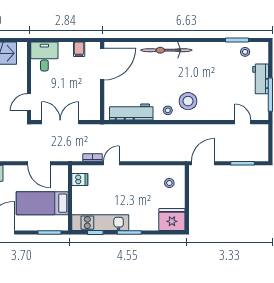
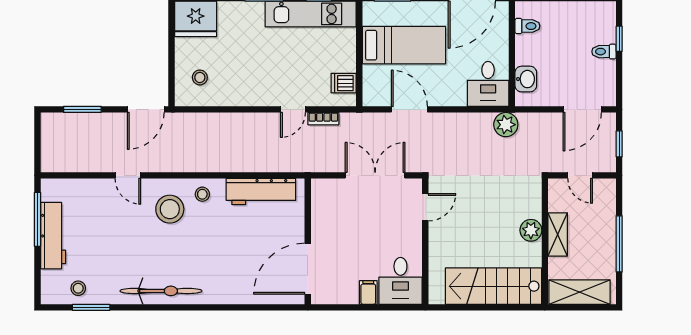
filing cabinet: (79, 49) -> (368, 292), moved
bicycle: (166, 50) -> (161, 291), moved
workbench: (261, 79) -> (53, 236), width x1.37
double door: (60, 122) -> (375, 175), swing flipped
door: (243, 122) -> (128, 175), moved

